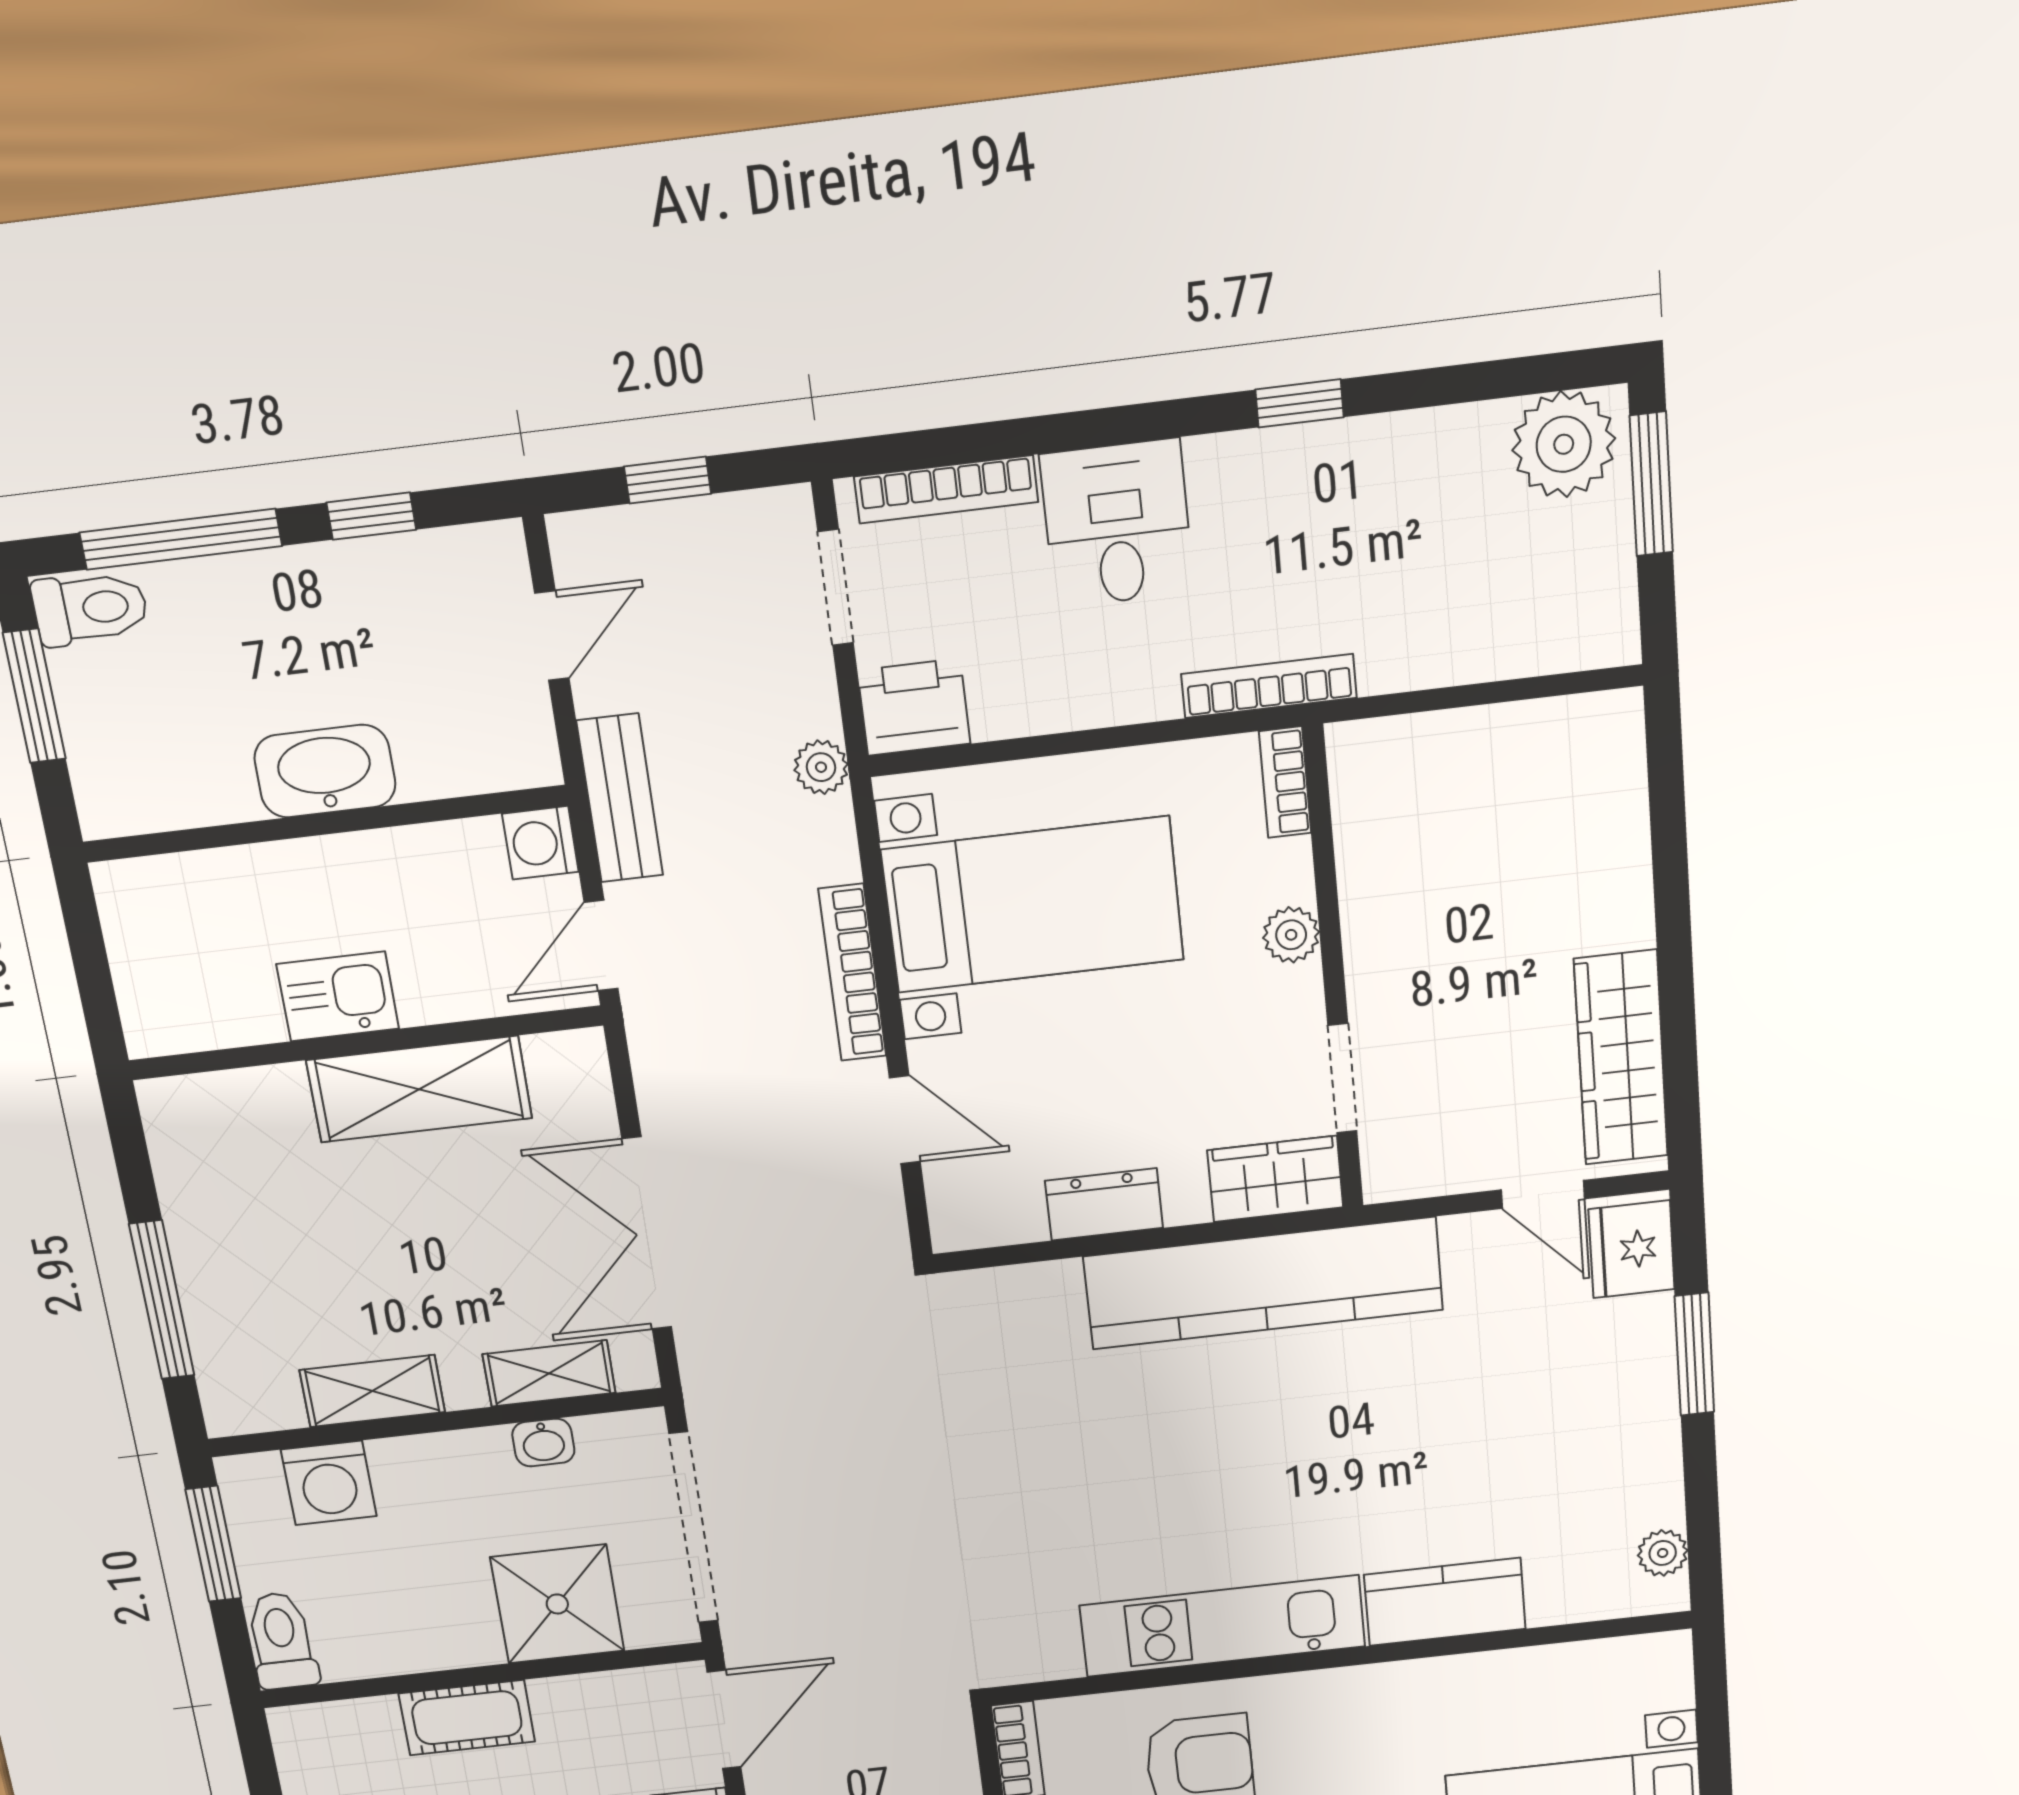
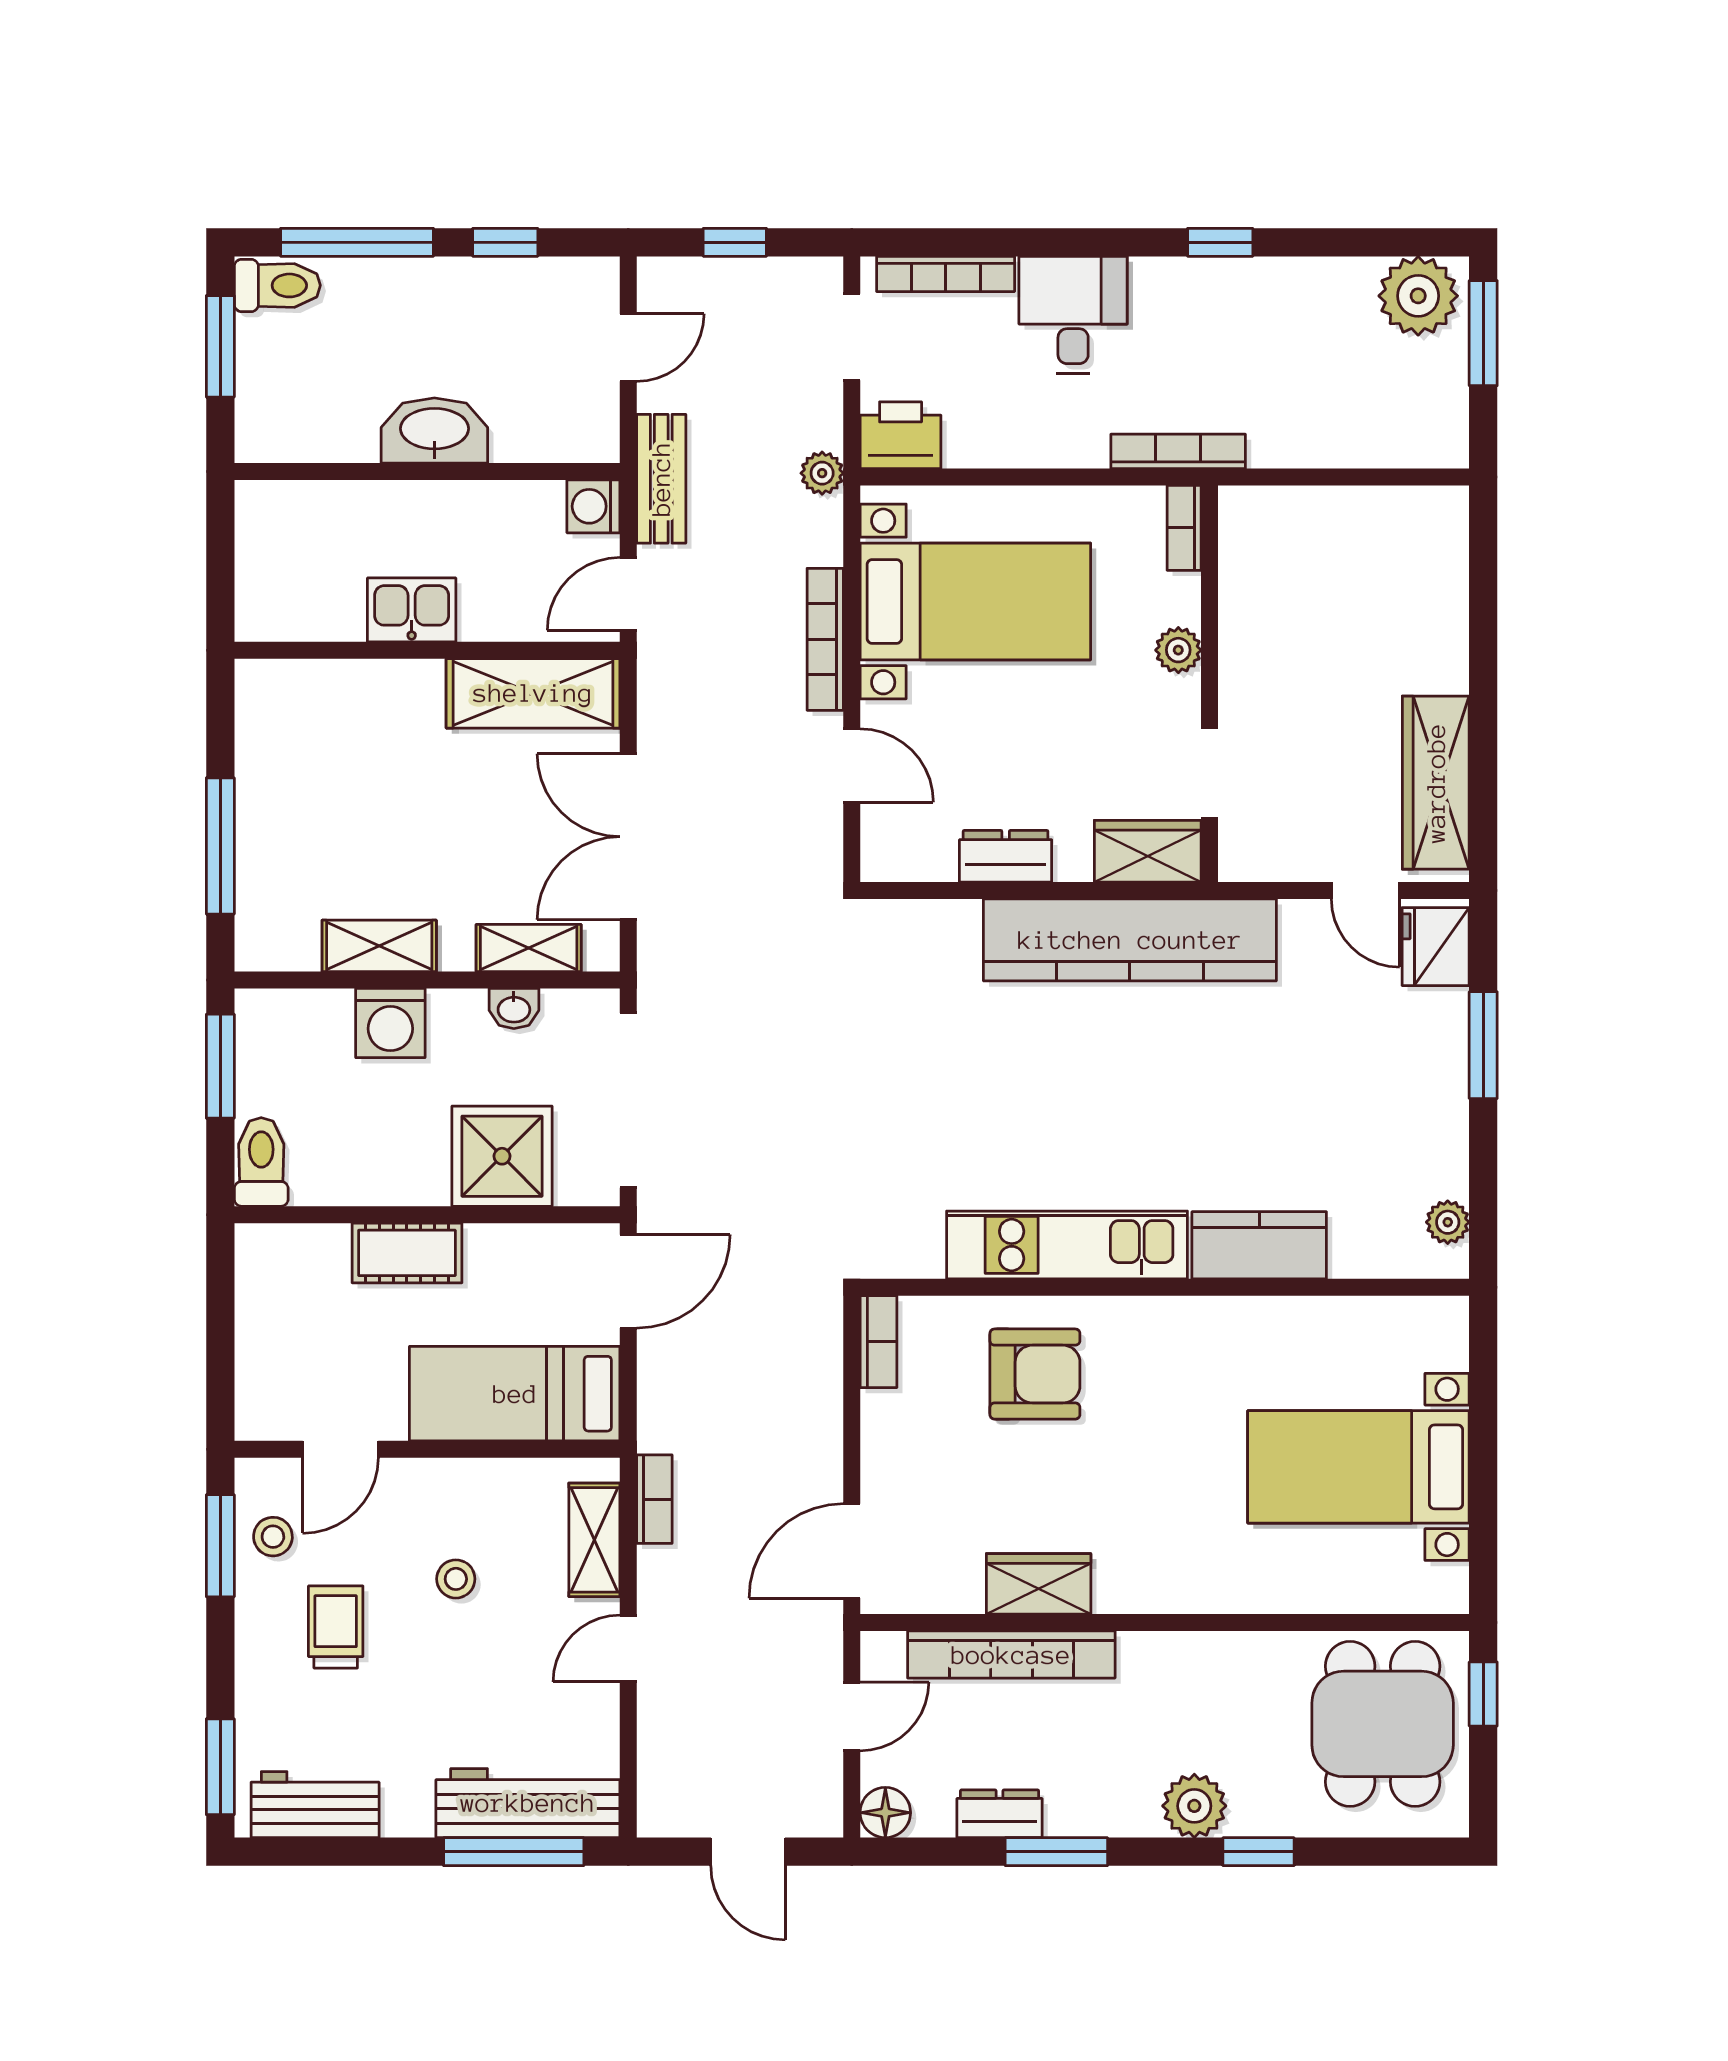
shelving: (419, 1089) -> (533, 693), moved
washing machine: (329, 1483) -> (390, 1023), moved

